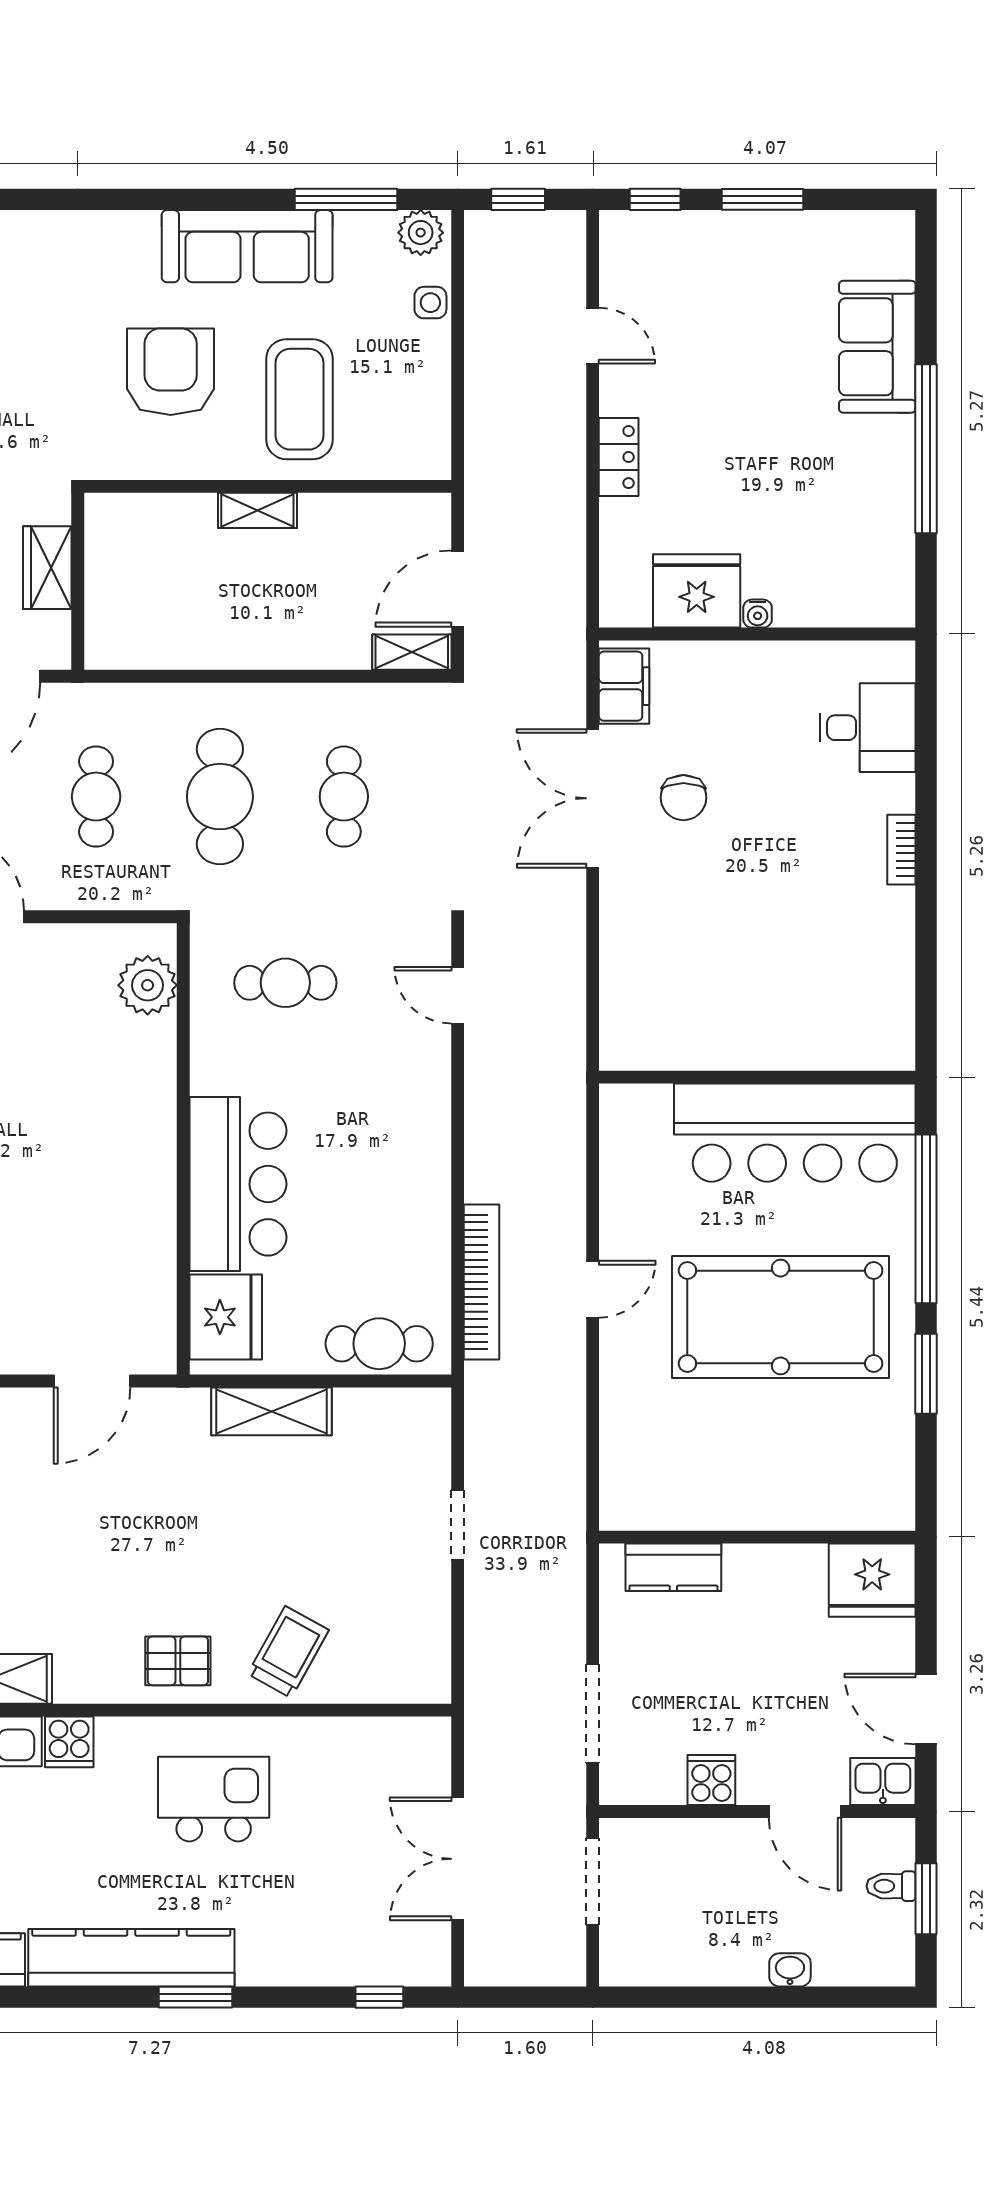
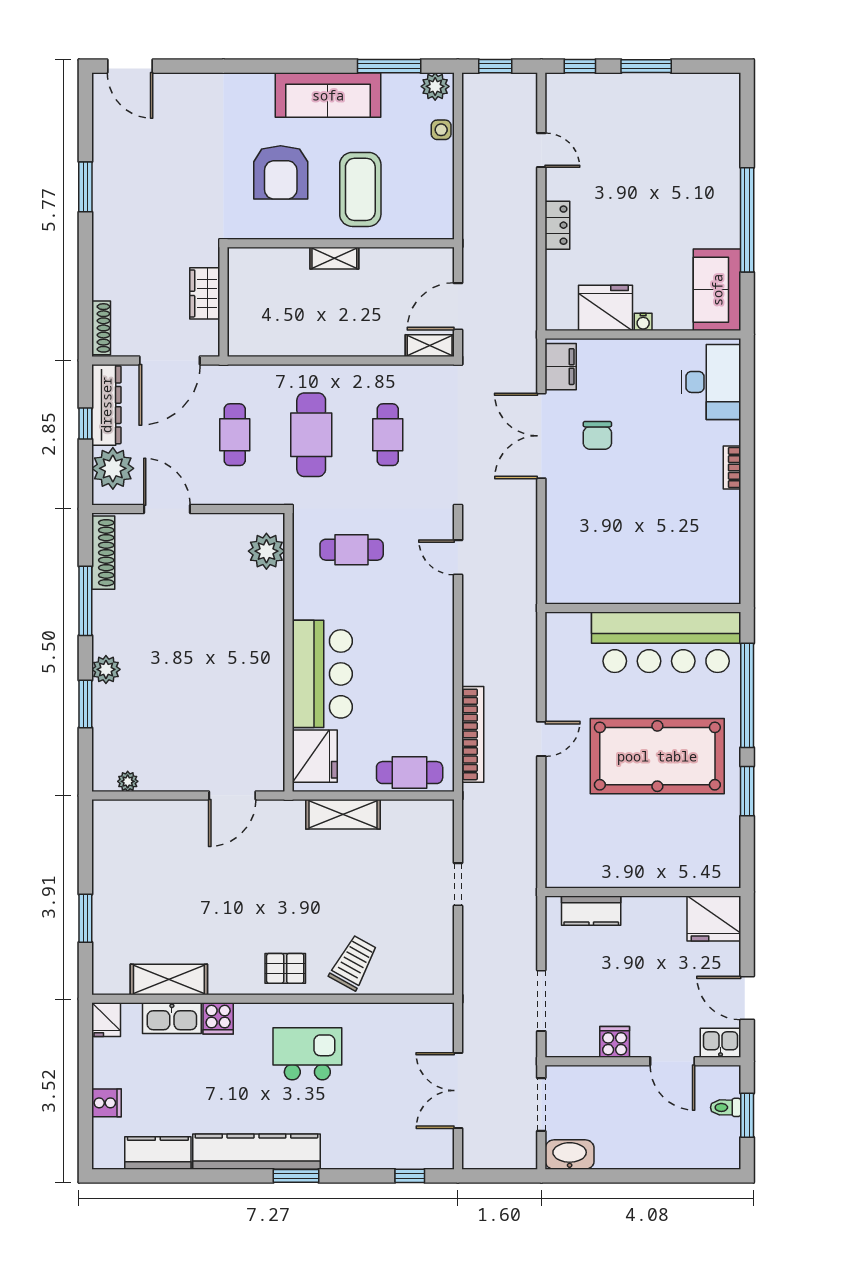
sofa: (877, 347) -> (717, 290), moved
armchair: (171, 372) -> (281, 172), turned 180
desk: (867, 728) -> (711, 382), width x1.37
washbasin: (790, 1970) -> (570, 1155), moved, width x1.91, depth x1.45

